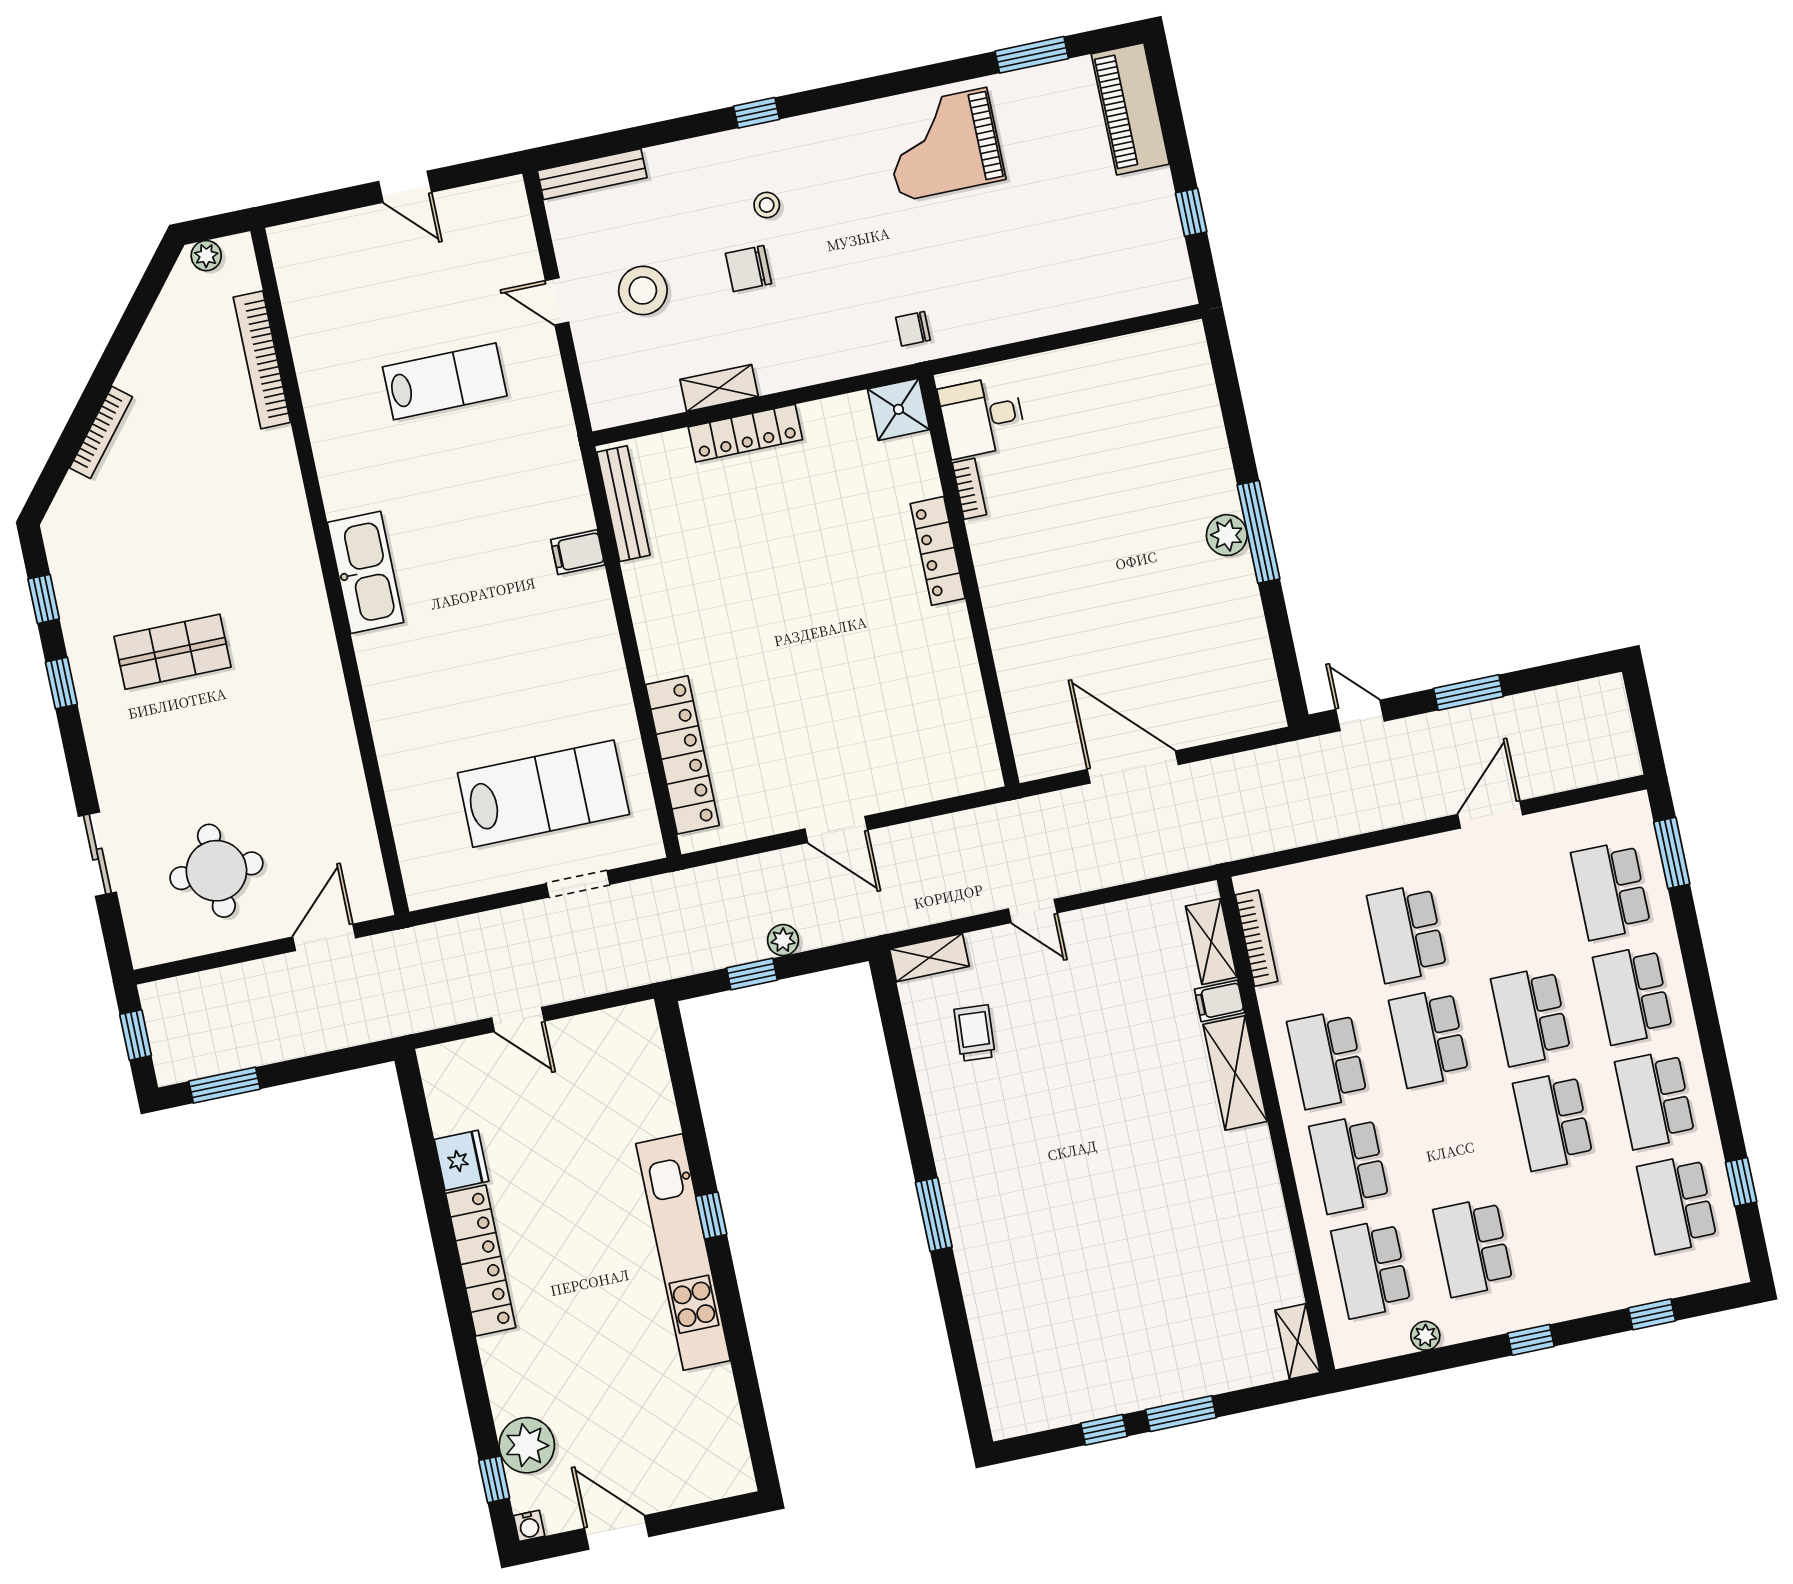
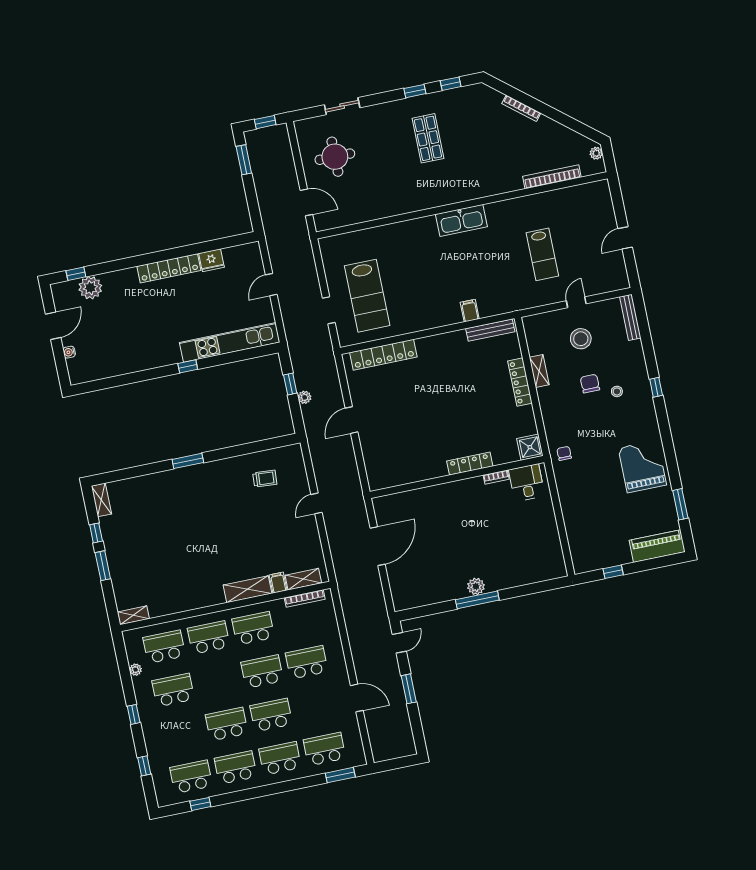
shelving: (929, 958) -> (101, 500), moved
kitchen unit: (683, 1252) -> (230, 342), moved
water cooler: (529, 1526) -> (69, 352), moved

